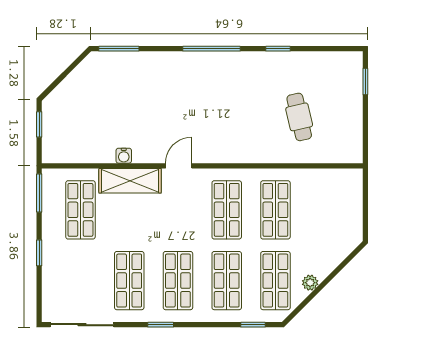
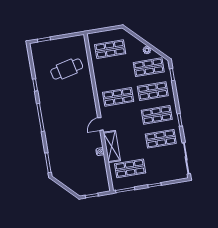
cafe table: (299, 117) -> (67, 69), width x1.37, depth x1.35
door: (179, 166) -> (100, 124), hinge flipped
shop shelf: (275, 210) -> (110, 49), moved

